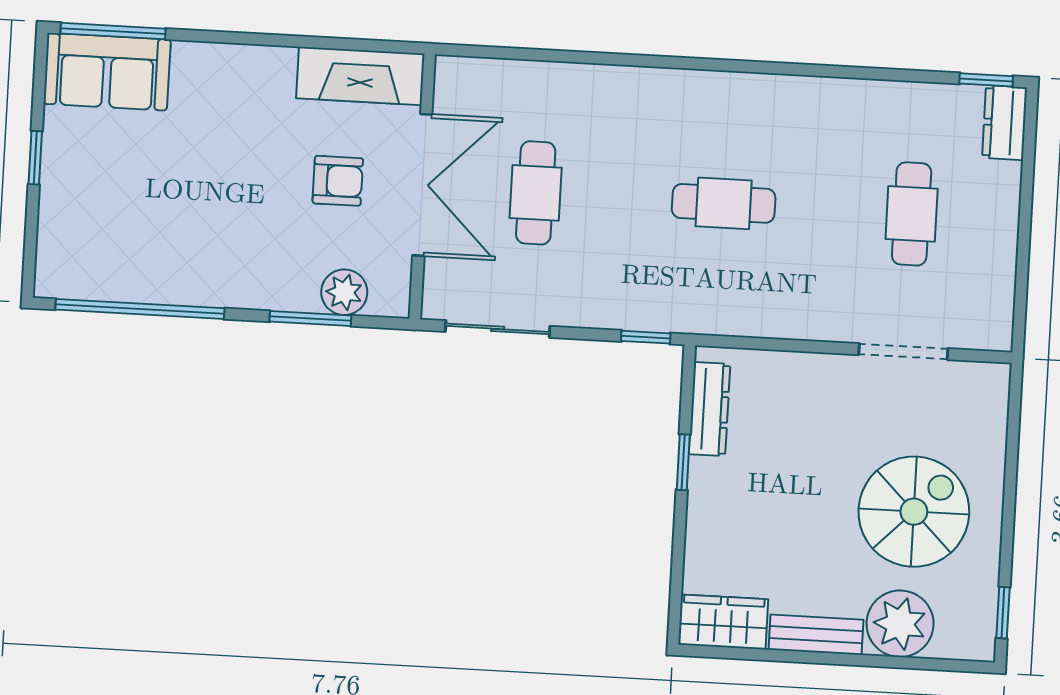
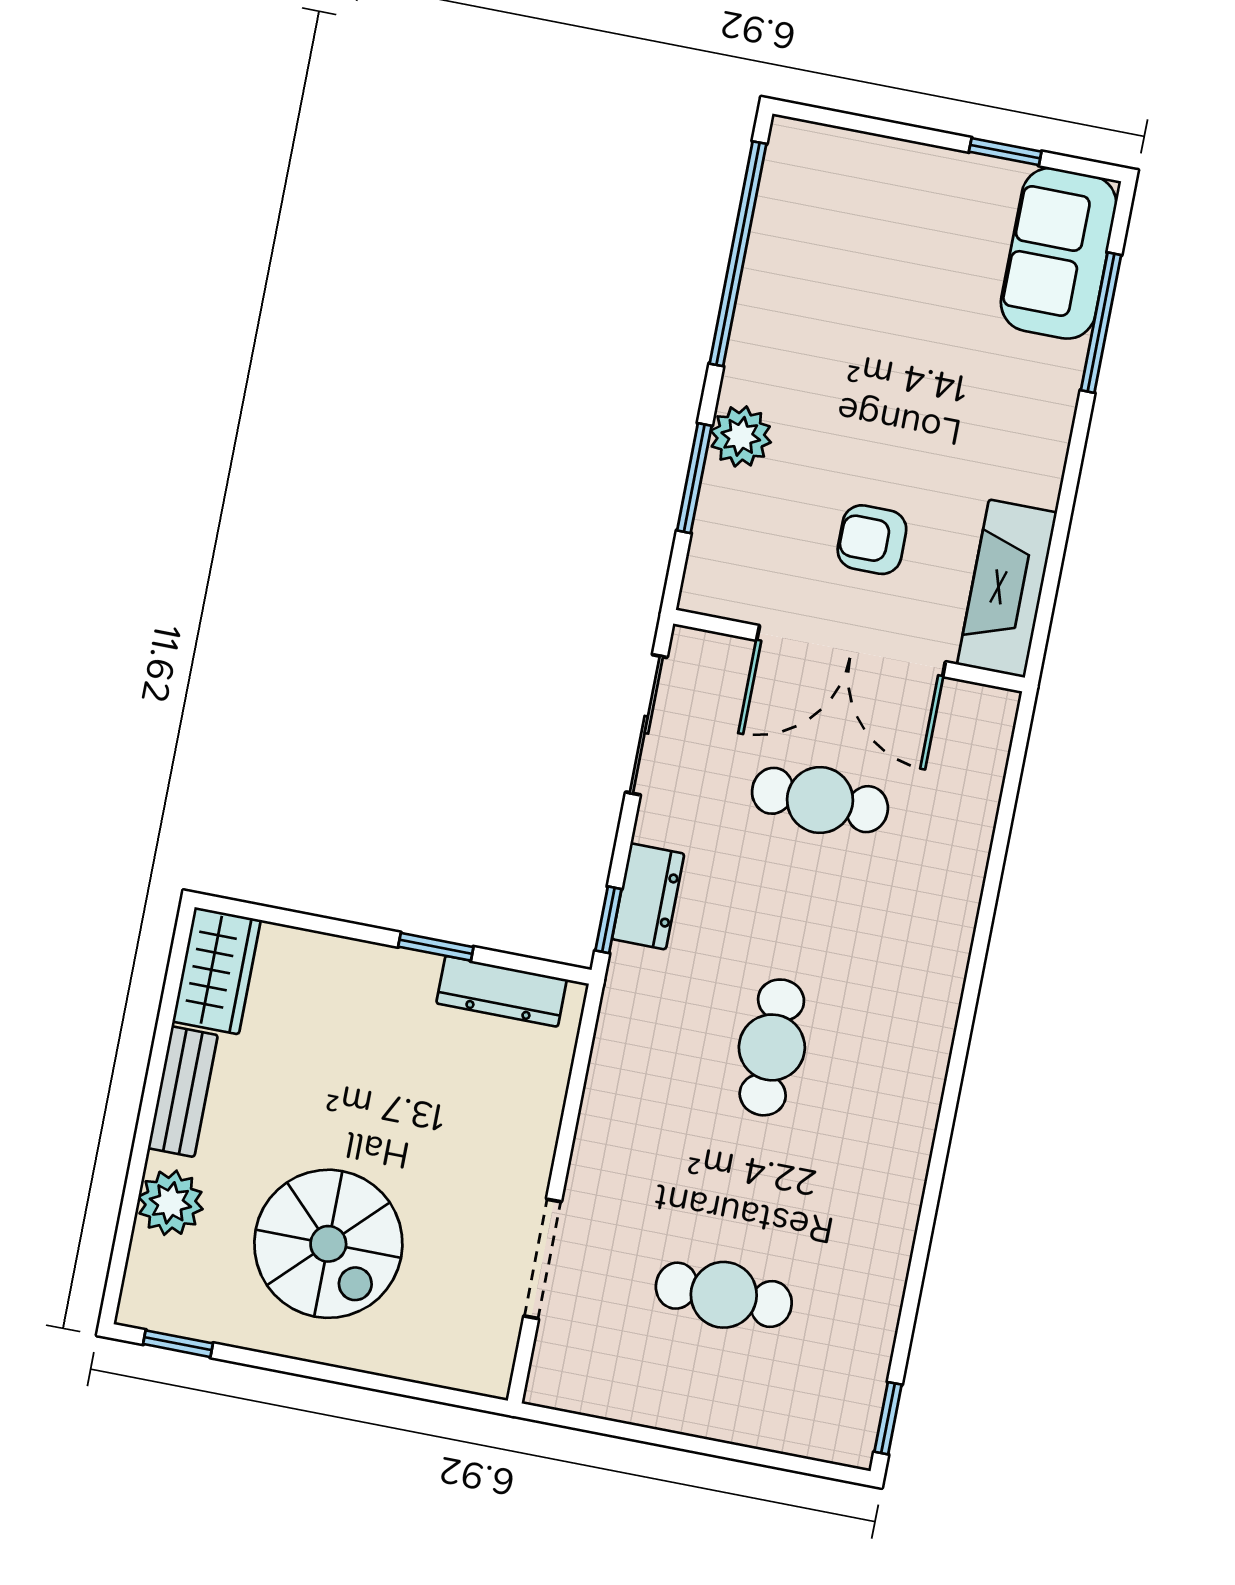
window: (113, 31) -> (1101, 323), moved
dresser: (1005, 123) -> (648, 896), moved, turned 90
window: (35, 158) -> (1005, 152), moved
armchair: (338, 181) -> (872, 540), turned 90
plant: (344, 292) -> (741, 436), moved
plant: (900, 624) -> (170, 1203), width x0.73, depth x0.73

